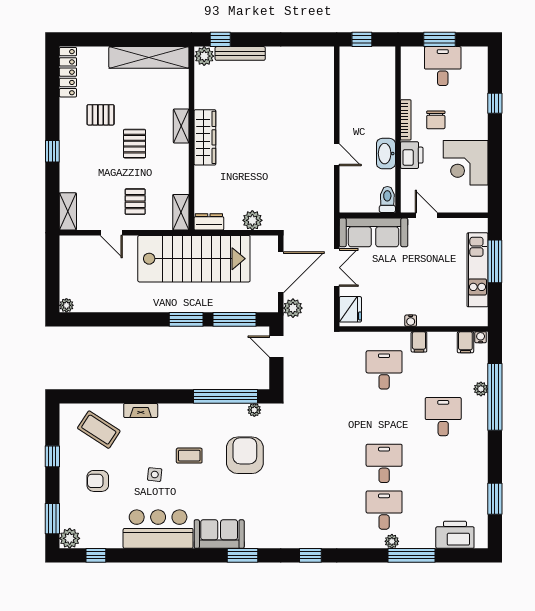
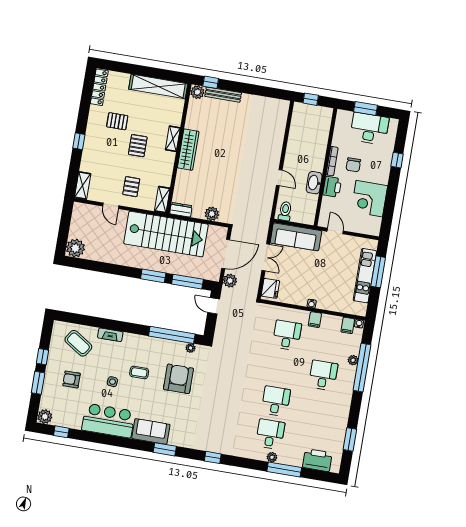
desk: (443, 66) -> (369, 128), width x1.37
toilet: (387, 200) -> (285, 211), moved
plant: (66, 305) -> (75, 248), width x1.88, depth x1.88
window: (52, 519) -> (38, 383), moved

